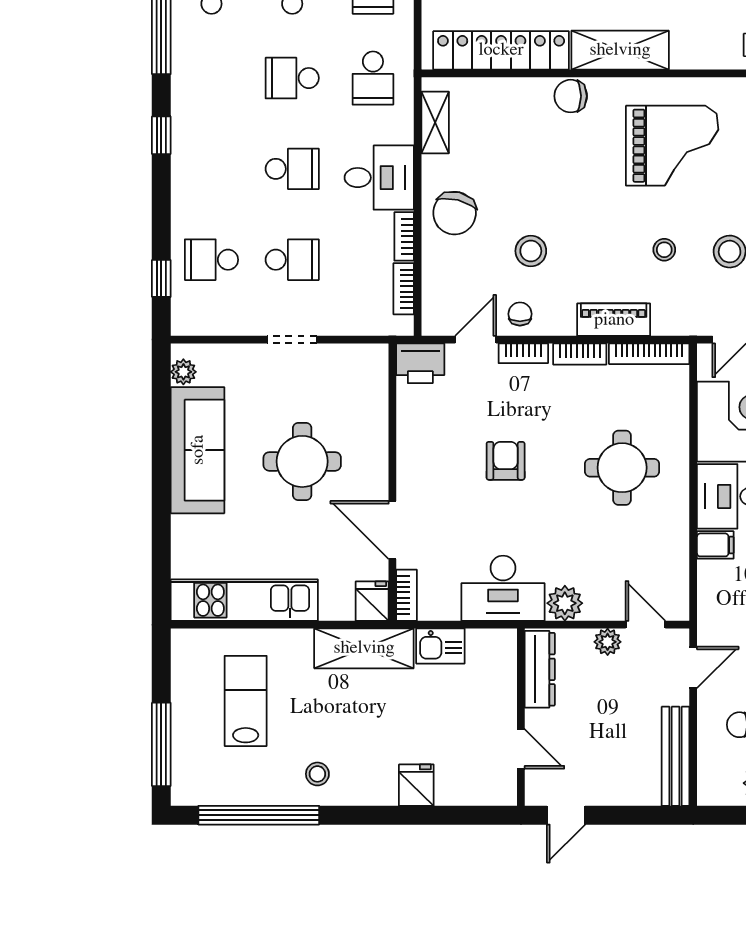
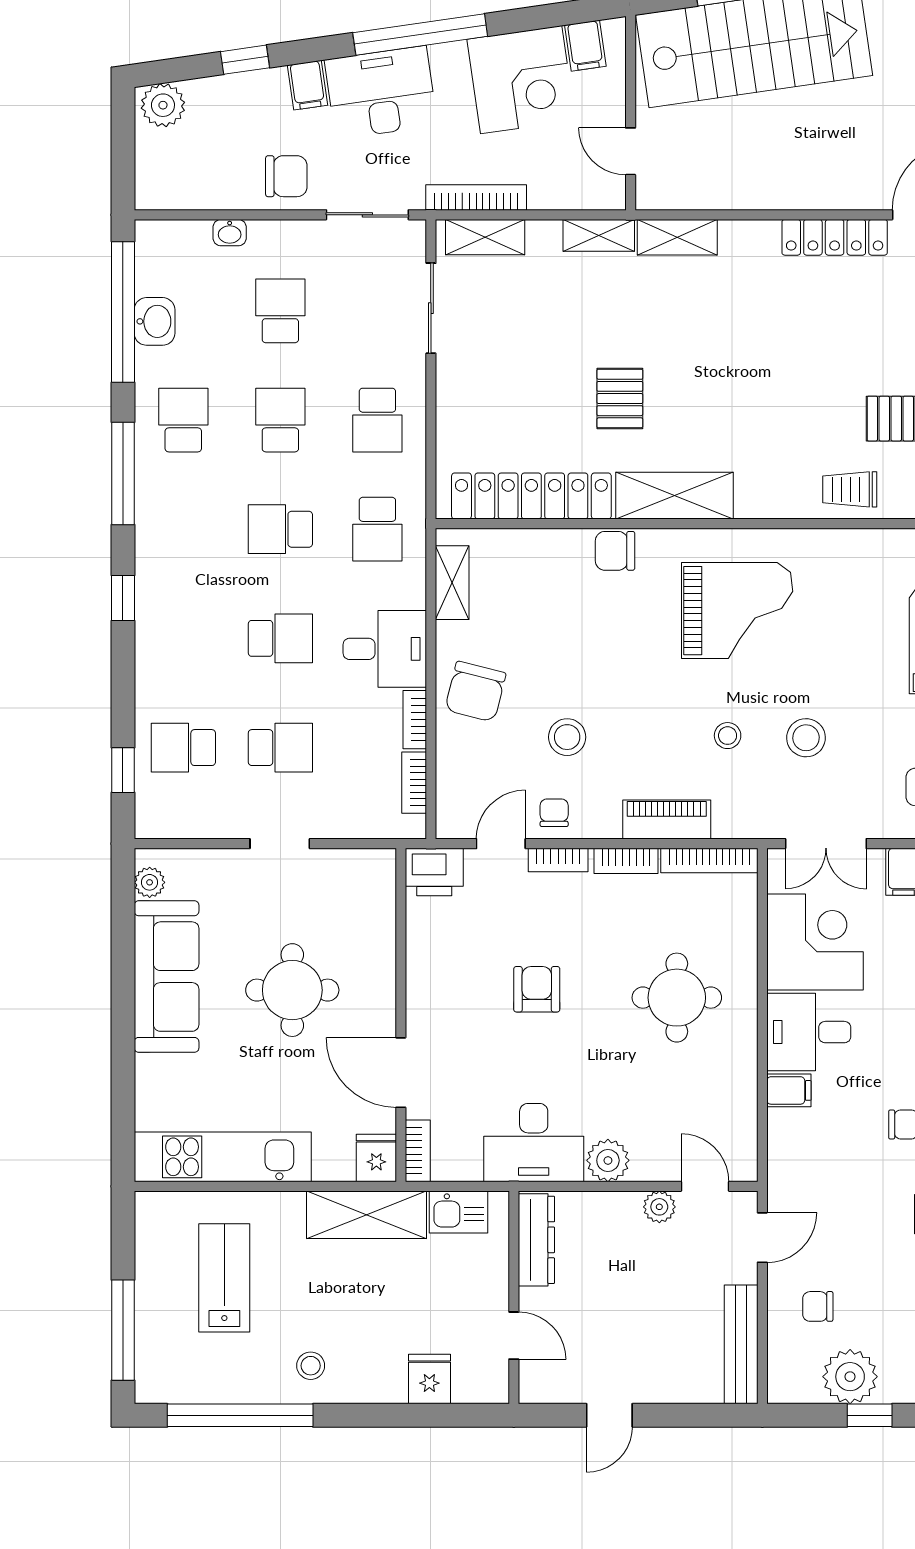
dresser: (540, 669) -> (536, 1240), moved
wall: (521, 717) -> (514, 1297), moved
door: (521, 749) -> (514, 1336), moved

